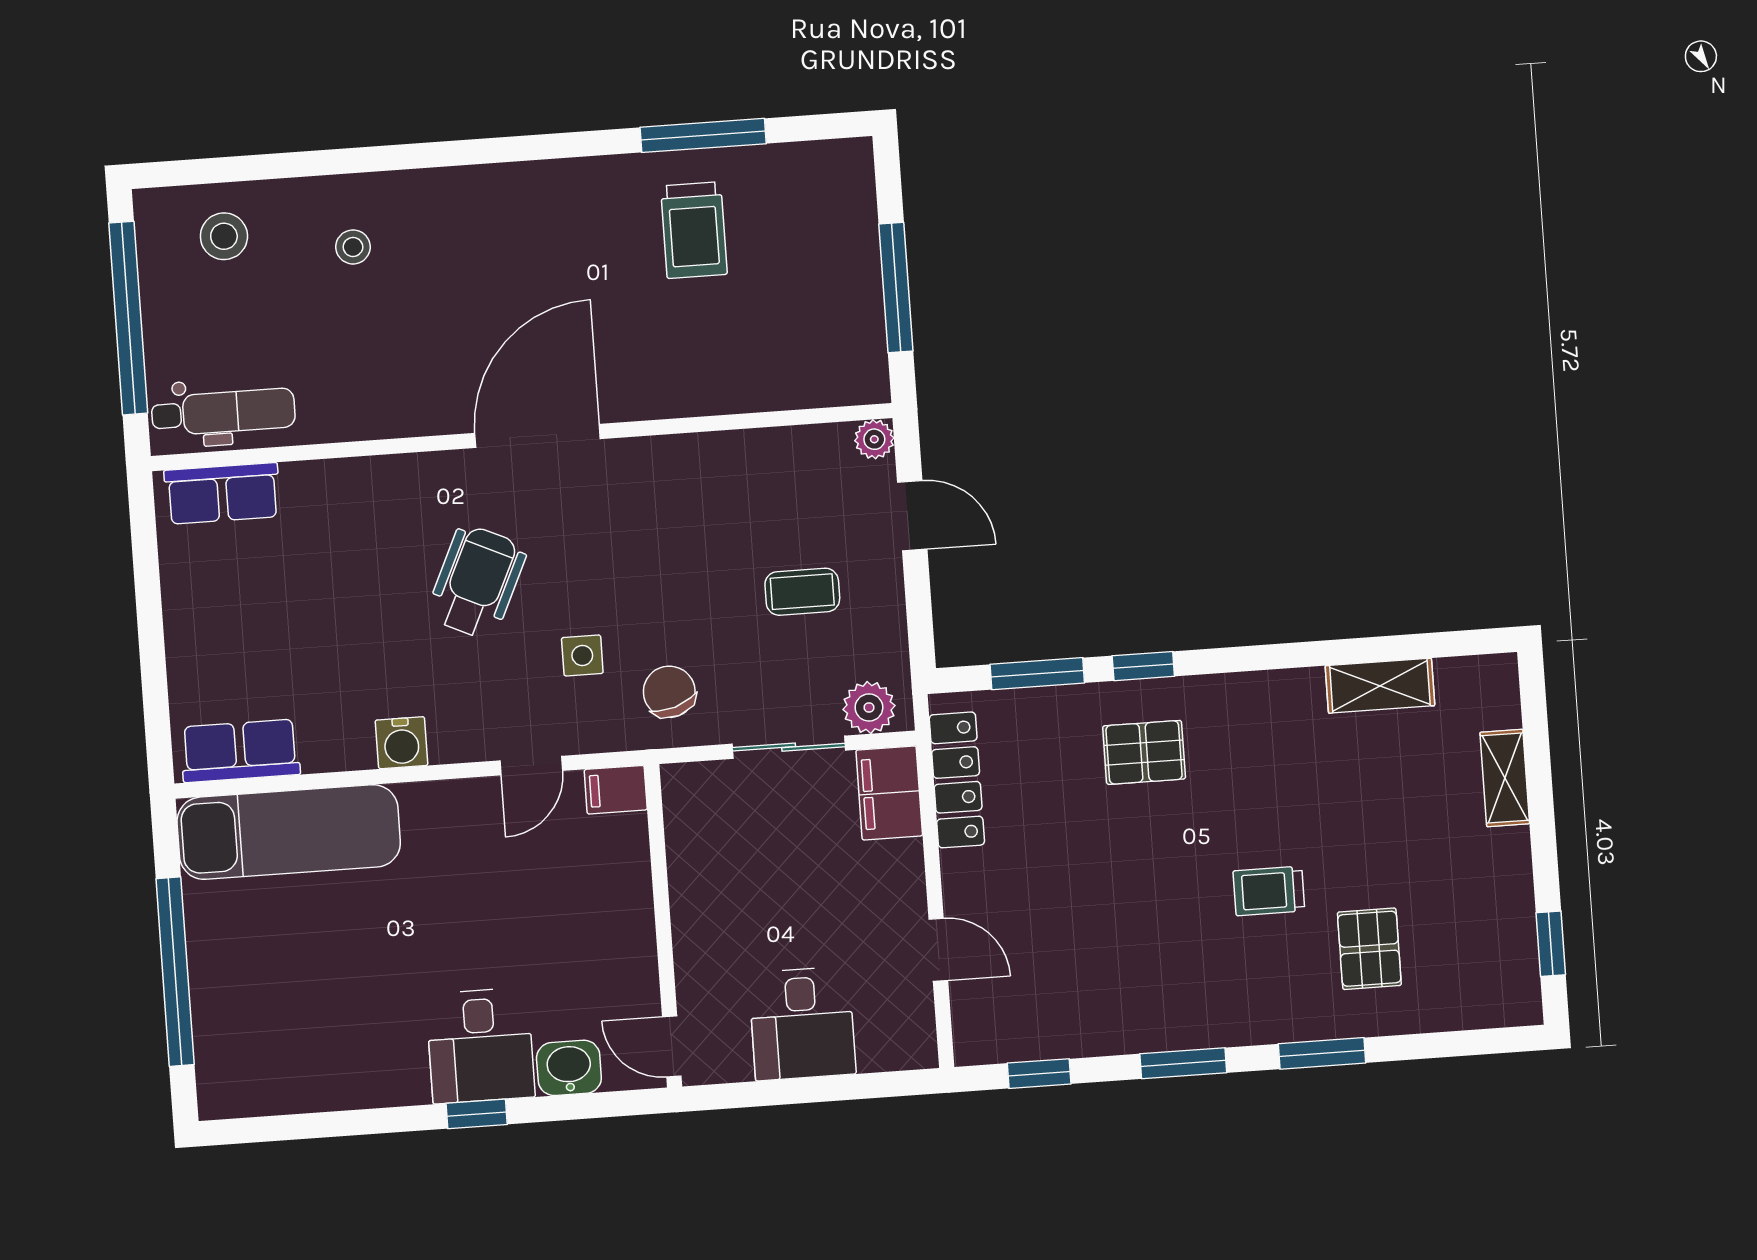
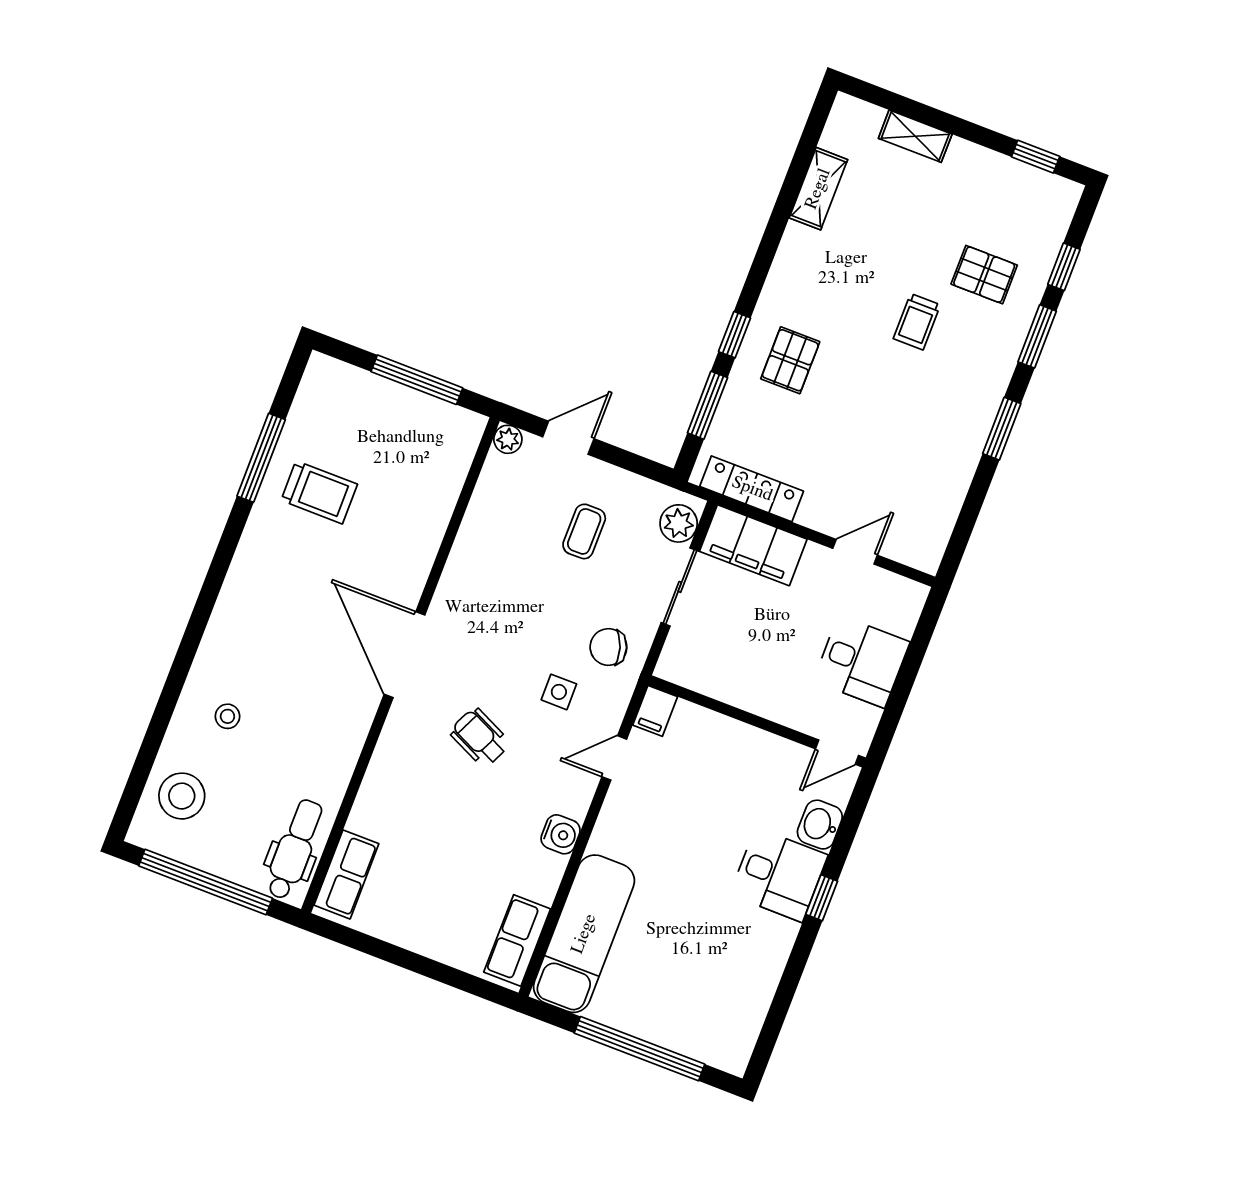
stool: (224, 236) -> (182, 796), width x1.38, depth x1.38
wheelchair: (477, 582) -> (480, 738), width x0.73, depth x0.73
door: (531, 766) -> (614, 758), swing flipped
filing cabinet: (889, 793) -> (753, 545), width x1.50, depth x1.17
window: (1039, 1074) -> (1064, 267), moved

